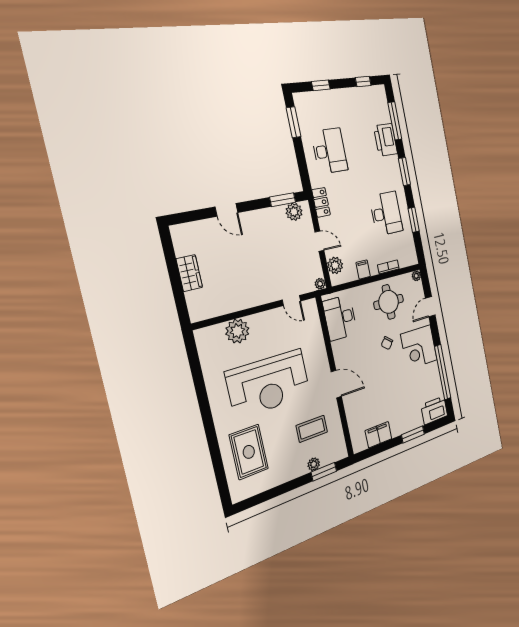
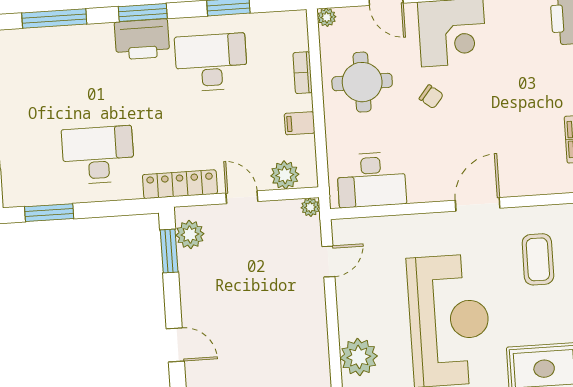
printer: (385, 140) -> (142, 39), moved
locker: (321, 202) -> (180, 184), width x1.53
door: (227, 210) -> (175, 345), hinge flipped
door: (319, 241) -> (242, 197), hinge flipped

